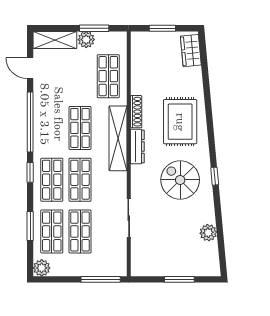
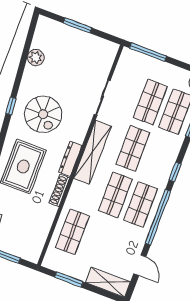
plant: (86, 40) -> (80, 272), removed
shelving: (118, 138) -> (92, 152), moved
shop shelf: (52, 180) -> (141, 204), moved

